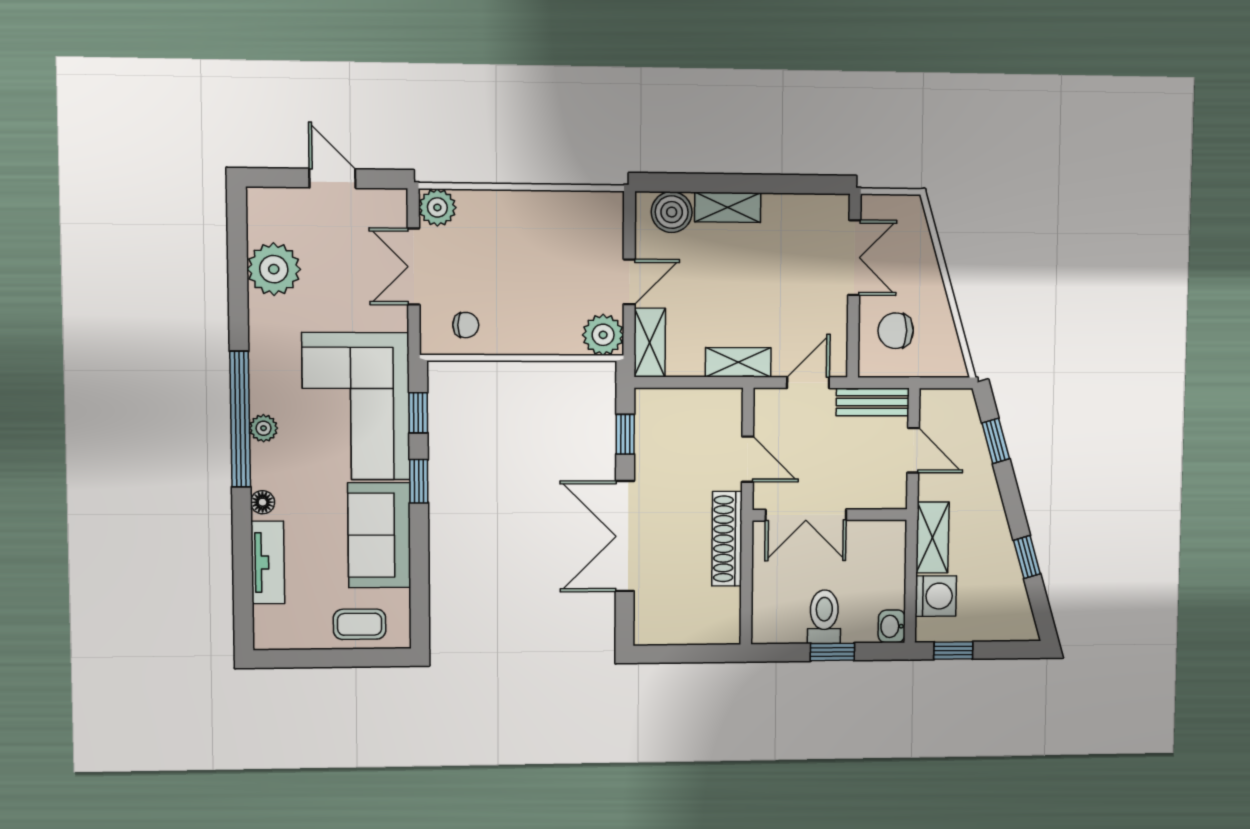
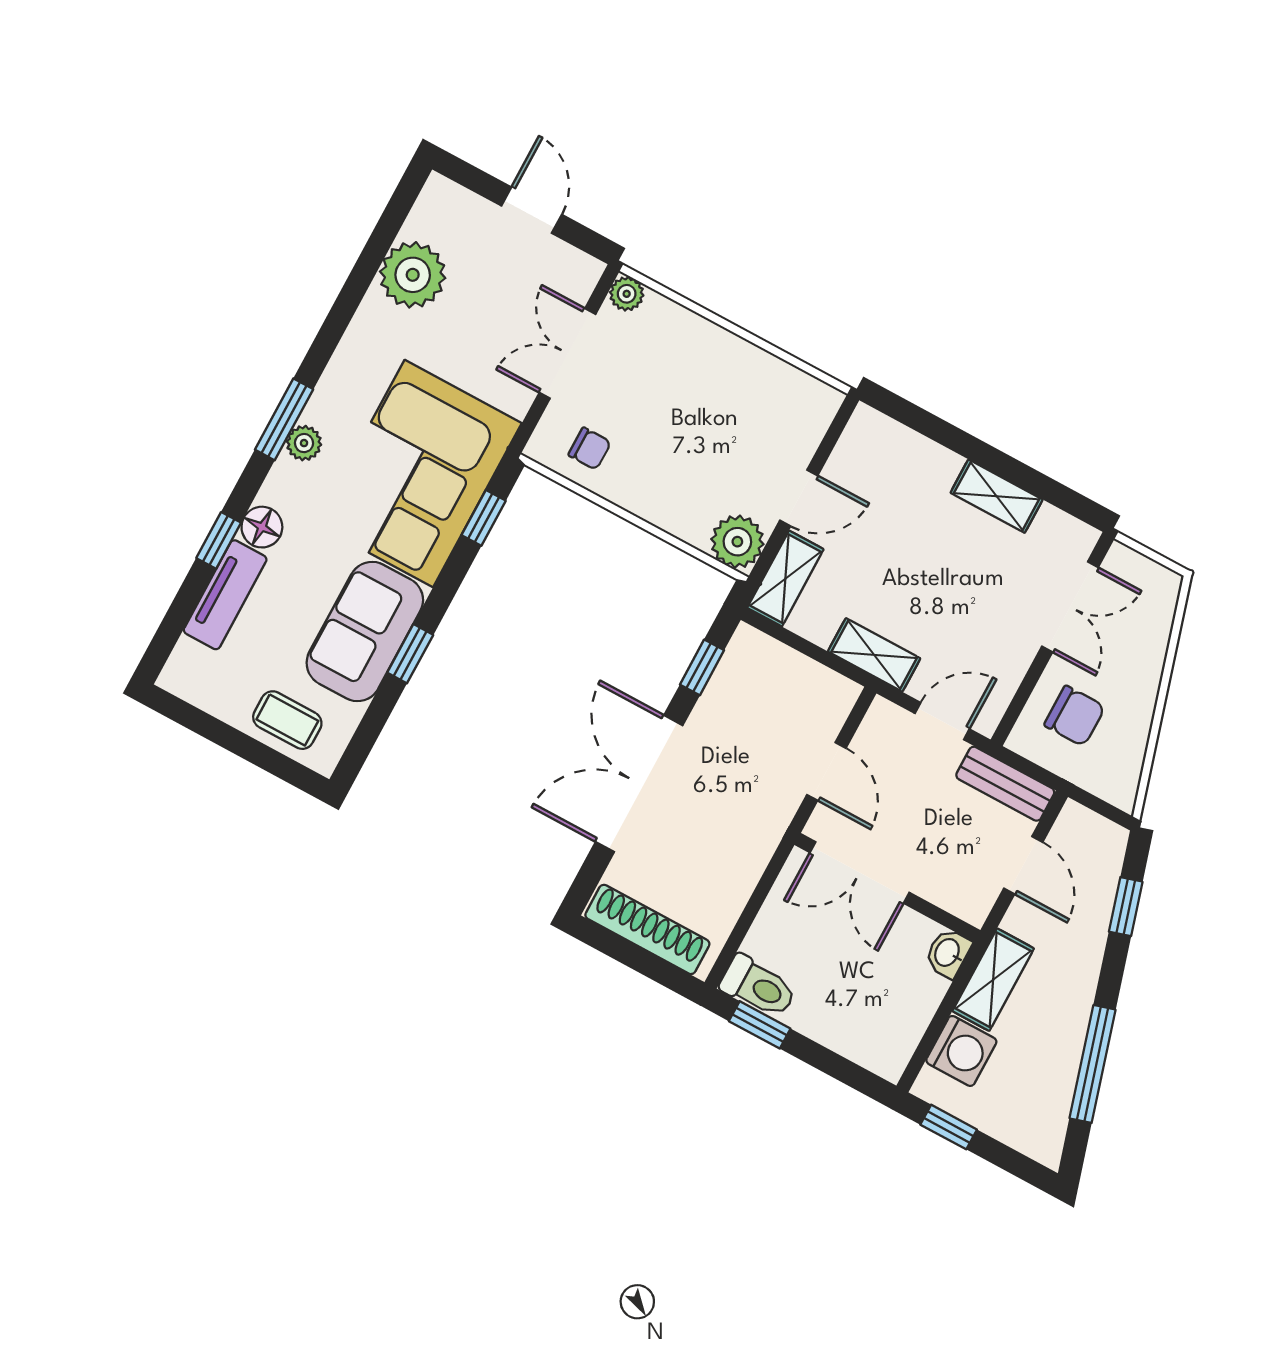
plant: (437, 207) -> (627, 294), width x0.73, depth x0.73
shelving: (728, 207) -> (997, 496), moved
boiler: (672, 212) -> (888, 445), removed
chair: (896, 331) -> (1075, 716), turned 180
window: (240, 419) -> (284, 419), width x0.47
window: (419, 481) -> (410, 654), moved
floor lamp: (263, 502) -> (262, 527), width x1.37, depth x1.37
window: (242, 528) -> (219, 540), added
shoe rack: (727, 539) -> (647, 929), moved, turned 90
window: (1027, 557) -> (1093, 1064), width x2.17
toilet: (824, 617) -> (758, 987), moved, turned 90
washbasin: (892, 626) -> (948, 953), moved
window: (832, 652) -> (760, 1025), moved

